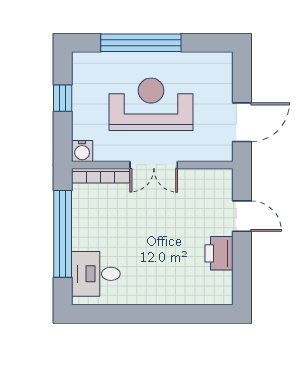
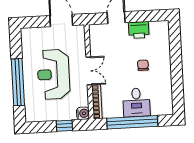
window: (63, 98) -> (64, 126), moved
chair: (159, 257) -> (143, 65), added
desk: (96, 274) -> (136, 102), moved

